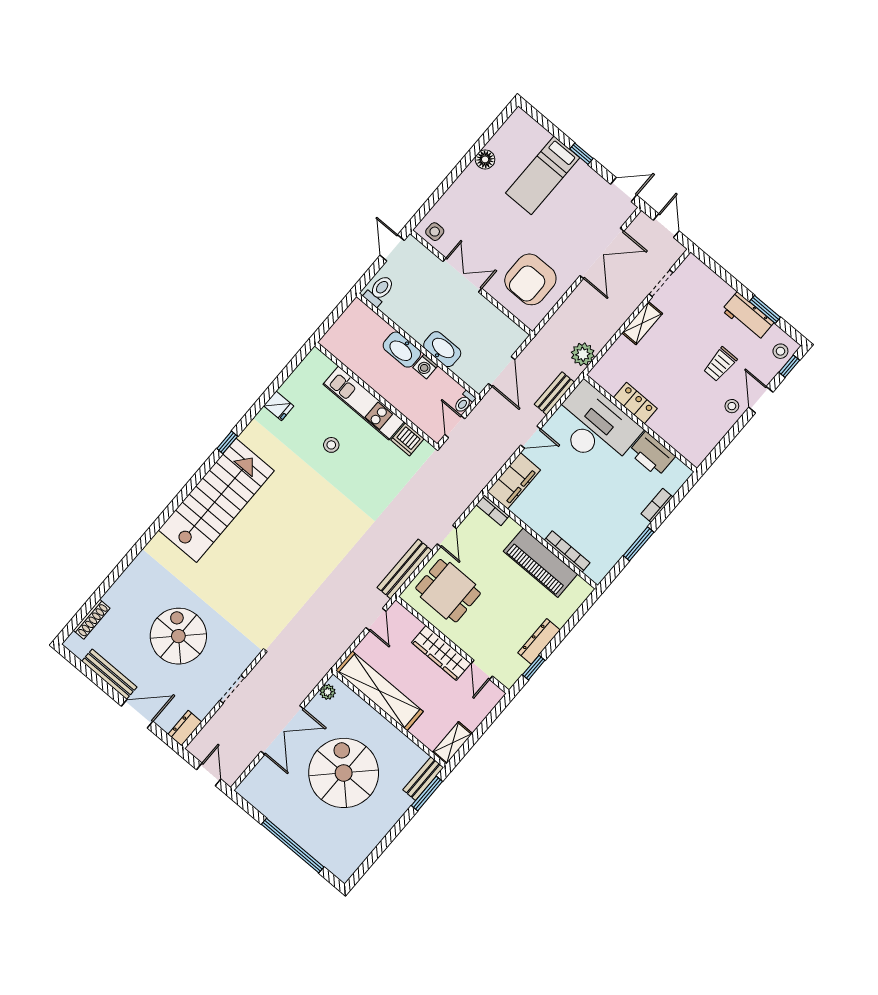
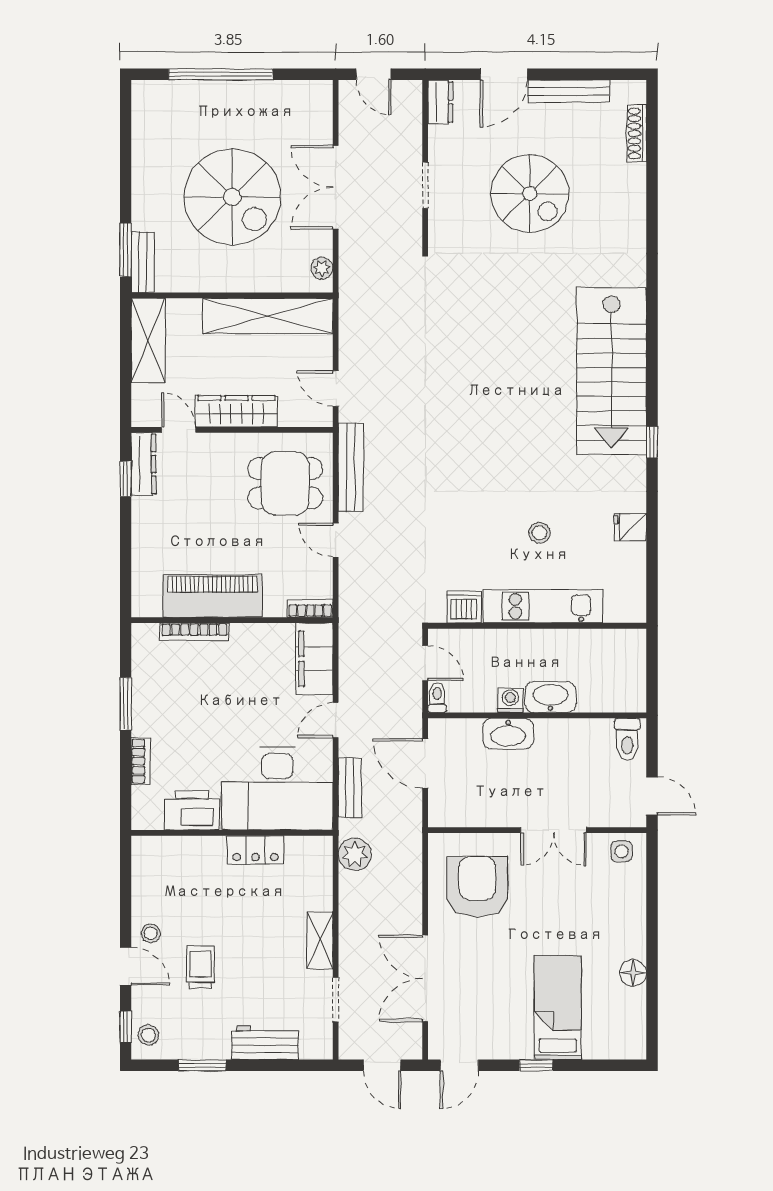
workbench: (748, 316) -> (265, 1042), moved
dresser: (539, 641) -> (144, 464), moved
shelving: (453, 743) -> (148, 341), width x1.50, depth x1.33

